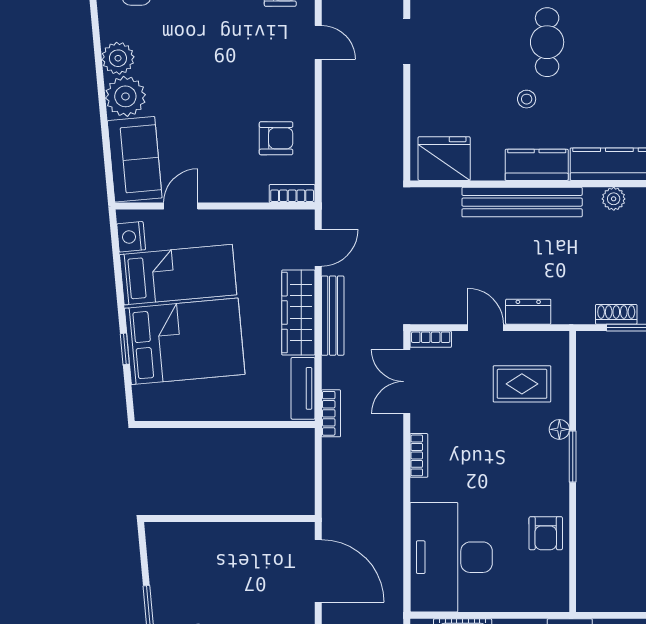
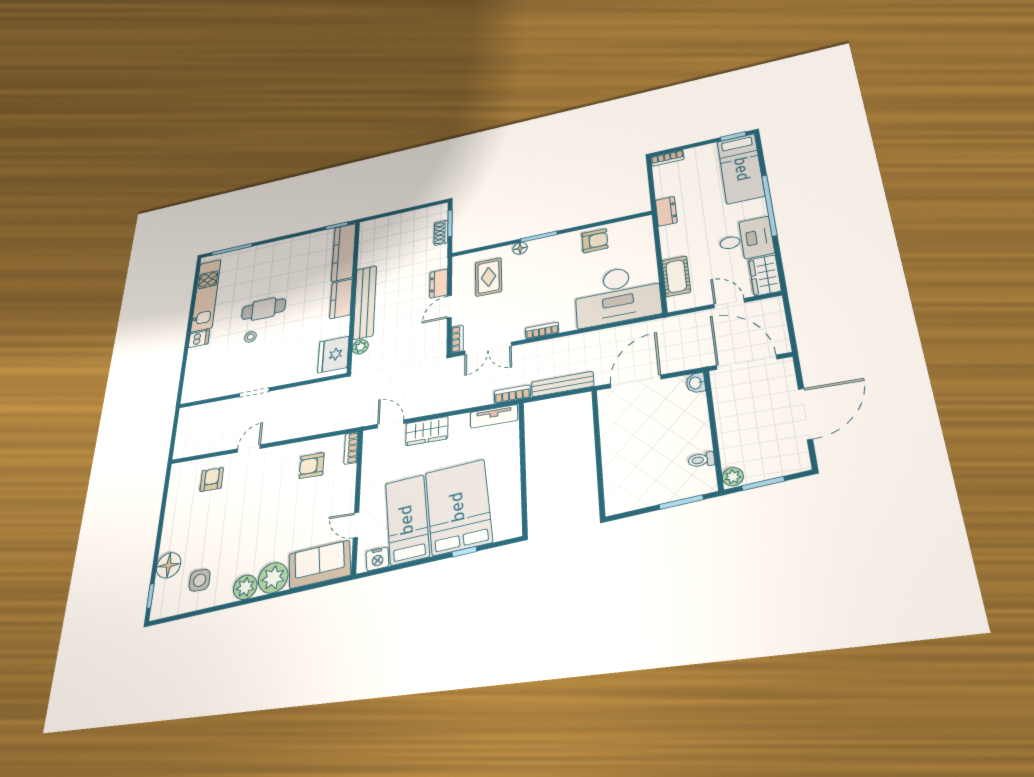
stool: (527, 99) -> (250, 337), moved
armchair: (276, 138) -> (312, 466), turned -90
plant: (614, 199) -> (360, 347), moved
wardrobe: (298, 313) -> (427, 431), width x0.67
bench: (333, 316) -> (562, 384), moved

